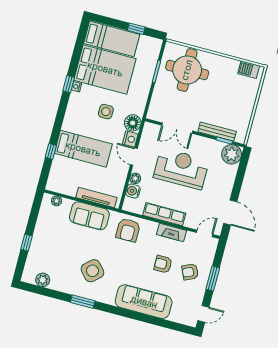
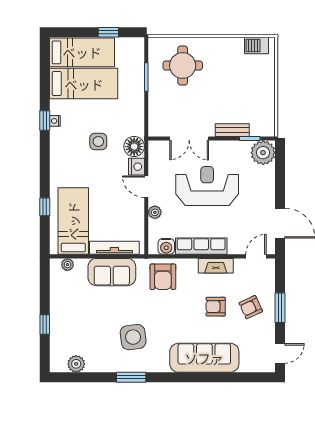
bed: (105, 69) -> (84, 84), width x0.67
round table: (187, 70) -> (183, 66), width x0.73, depth x0.73
bench: (217, 132) -> (232, 130), width x0.73
bed: (83, 149) -> (73, 221), moved, turned -90
water cooler: (133, 191) -> (166, 246), moved, turned -90
side table: (92, 271) -> (133, 337), turned 35

